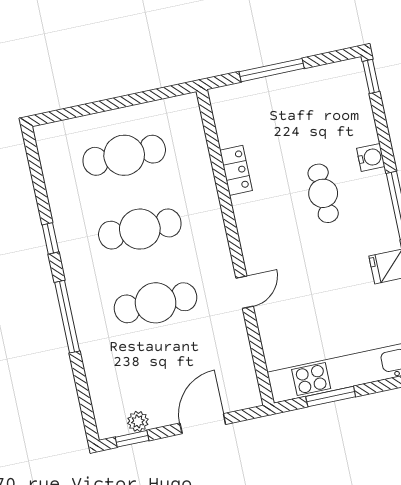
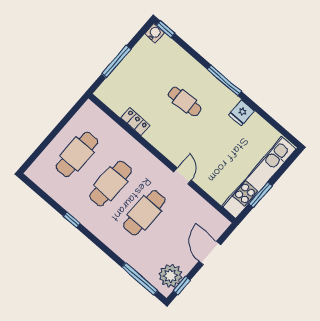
water cooler: (371, 157) -> (155, 33), moved
window: (67, 317) -> (140, 279), moved
plant: (138, 421) -> (170, 276), width x1.88, depth x1.88

